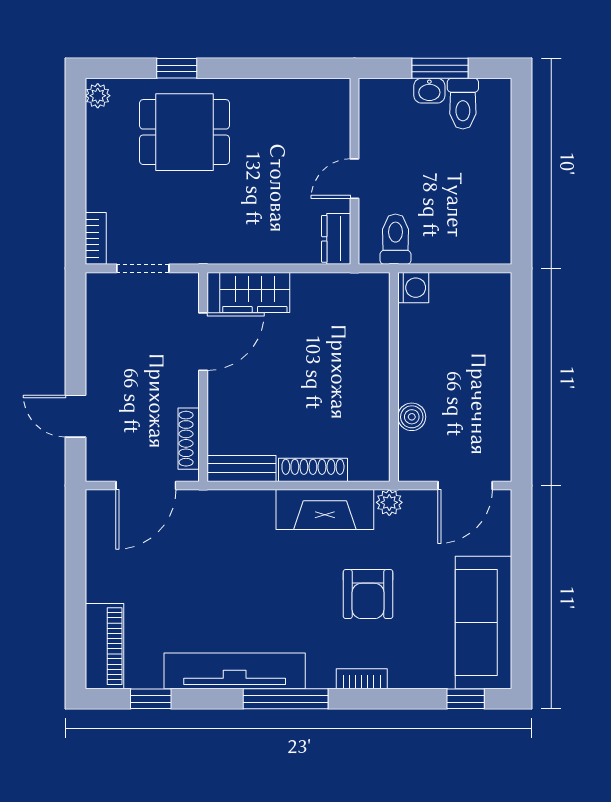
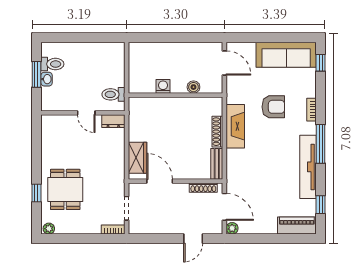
washing machine: (413, 288) -> (163, 86), moved
plant: (389, 502) -> (232, 228), moved

